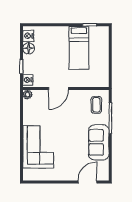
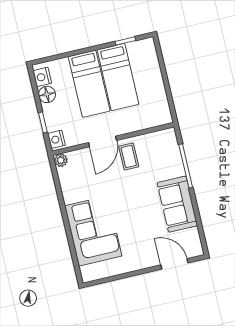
bed: (59, 48) -> (89, 84), added
coffee table: (96, 105) -> (129, 157), moved
door: (87, 182) -> (174, 264), hinge flipped

